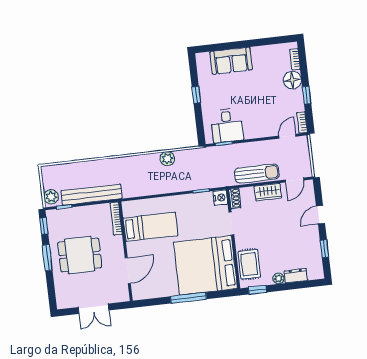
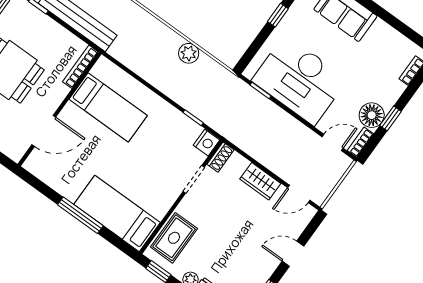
floor lamp: (292, 80) -> (372, 115), moved
desk: (227, 125) -> (300, 80), width x1.87, depth x1.30
sun lounger: (257, 174) -> (266, 152), removed
bed: (205, 265) -> (117, 213), width x0.49

